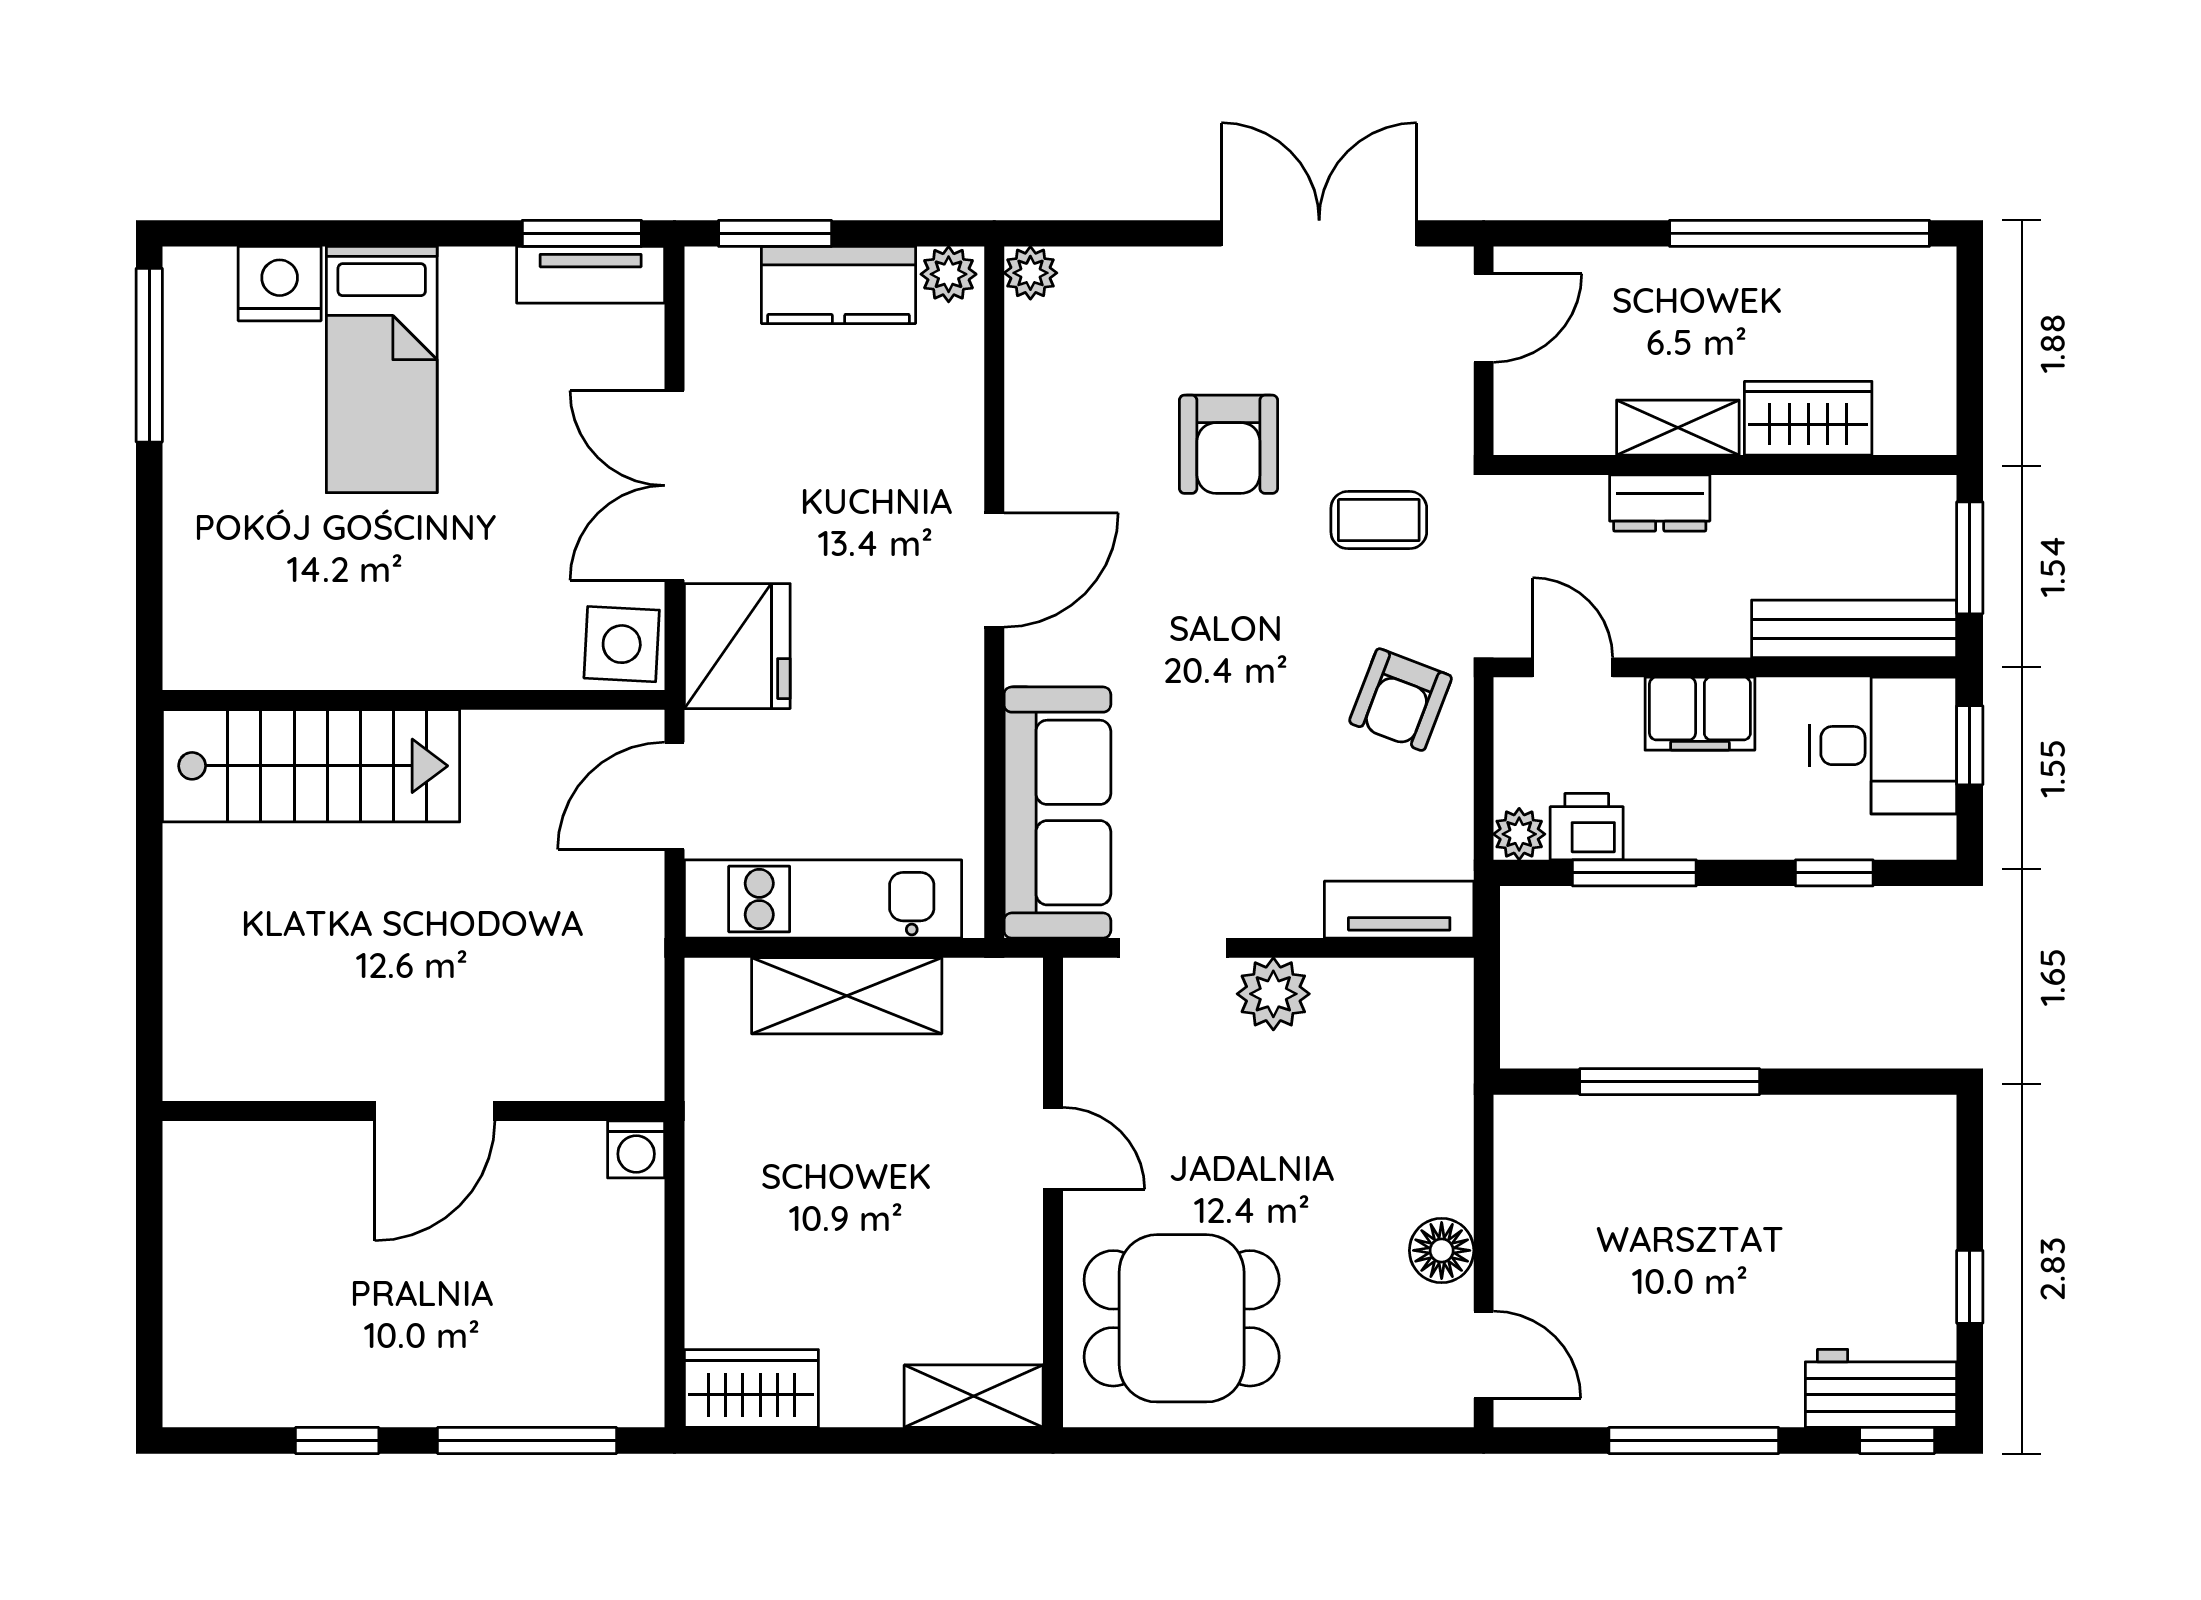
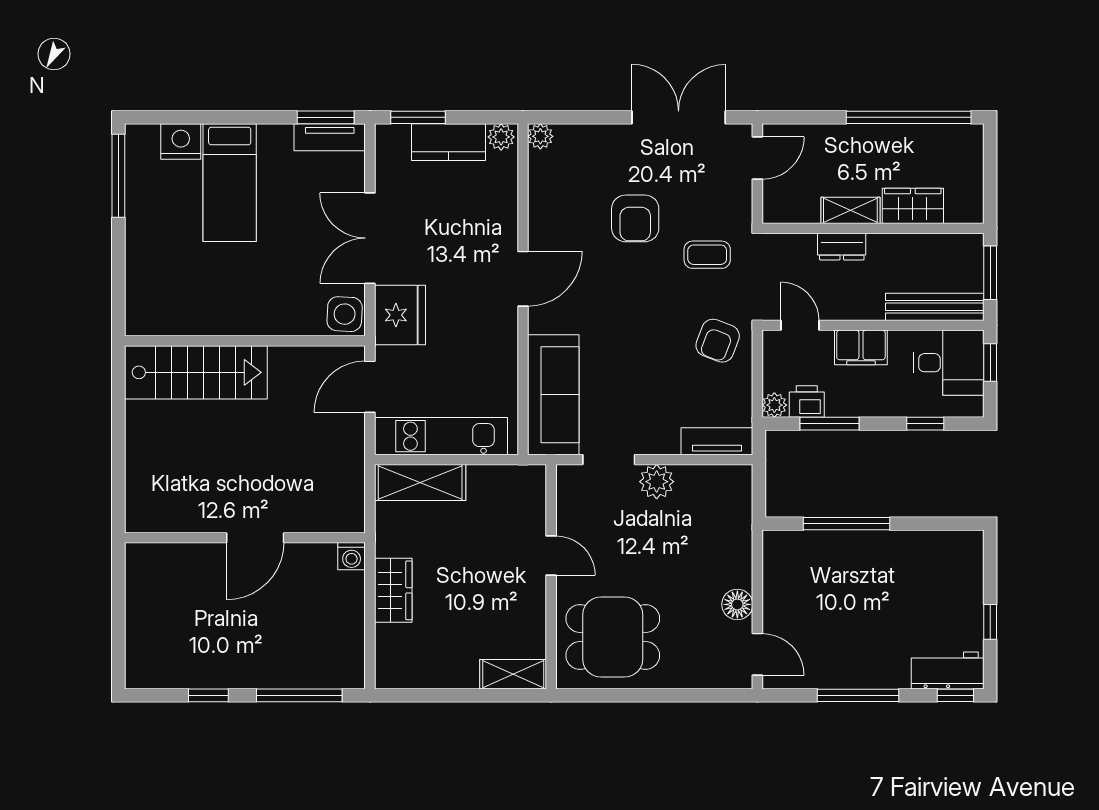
shelving: (847, 996) -> (420, 482), moved
wardrobe: (751, 1389) -> (393, 590), moved, turned 90

